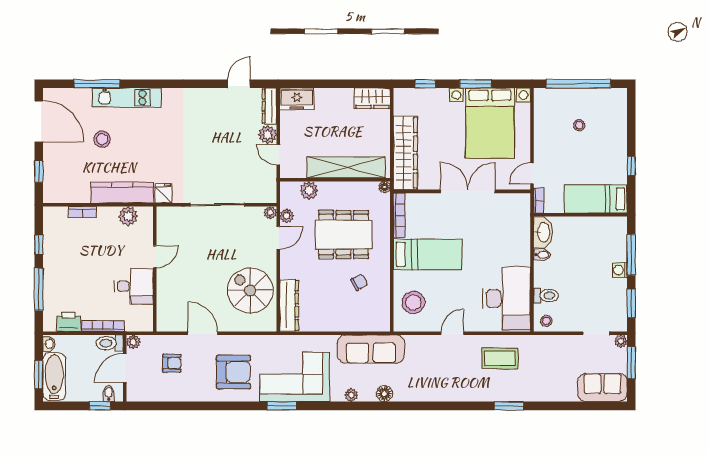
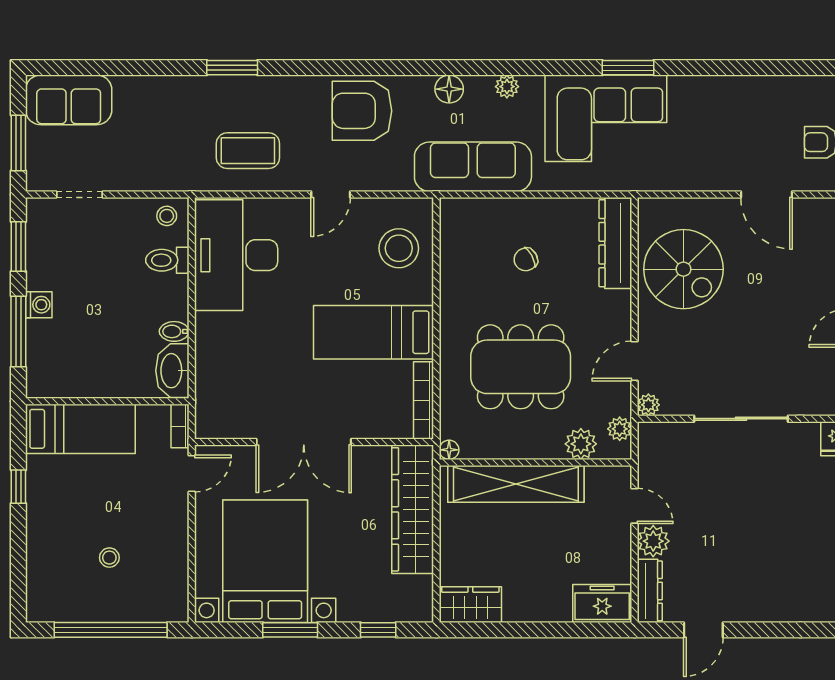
plant: (287, 216) -> (620, 429), moved
chair: (359, 282) -> (526, 259), moved
plant: (621, 341) -> (37, 180), removed
armchair: (233, 372) -> (362, 111), moved

